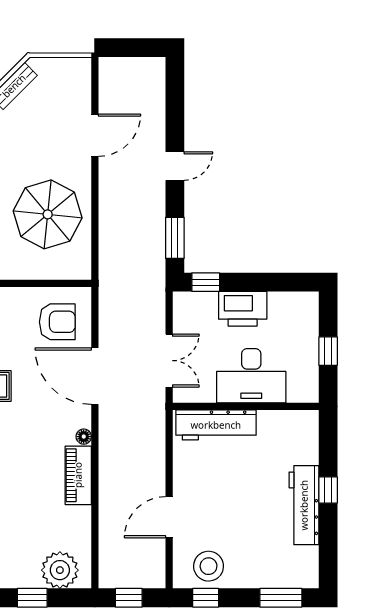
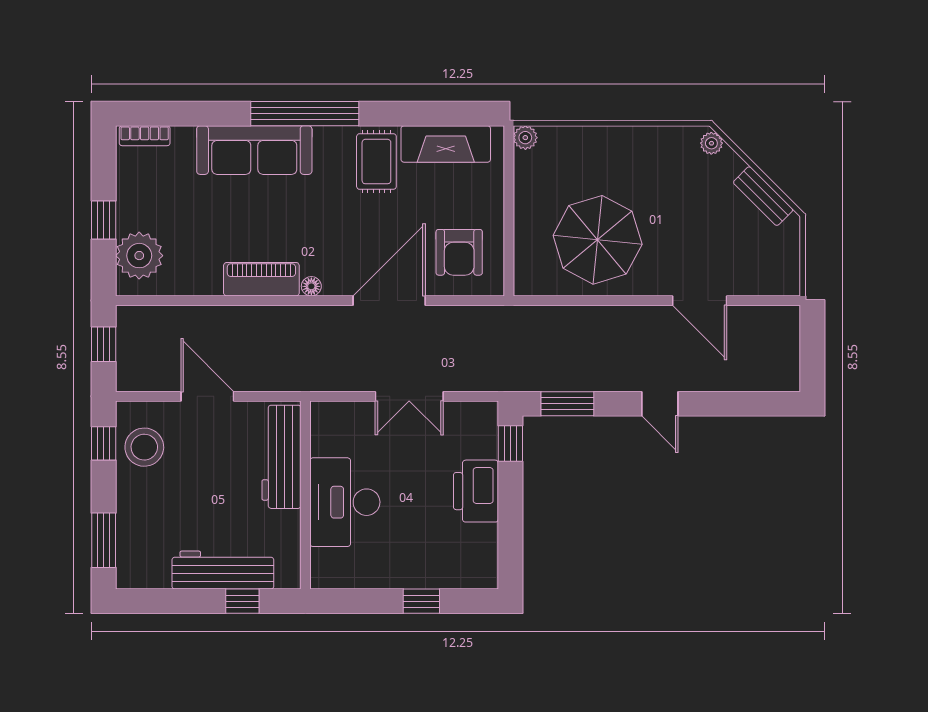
desk: (251, 376) -> (345, 502), moved
wall: (246, 406) -> (305, 495), moved
workbench: (216, 425) -> (281, 457), moved

